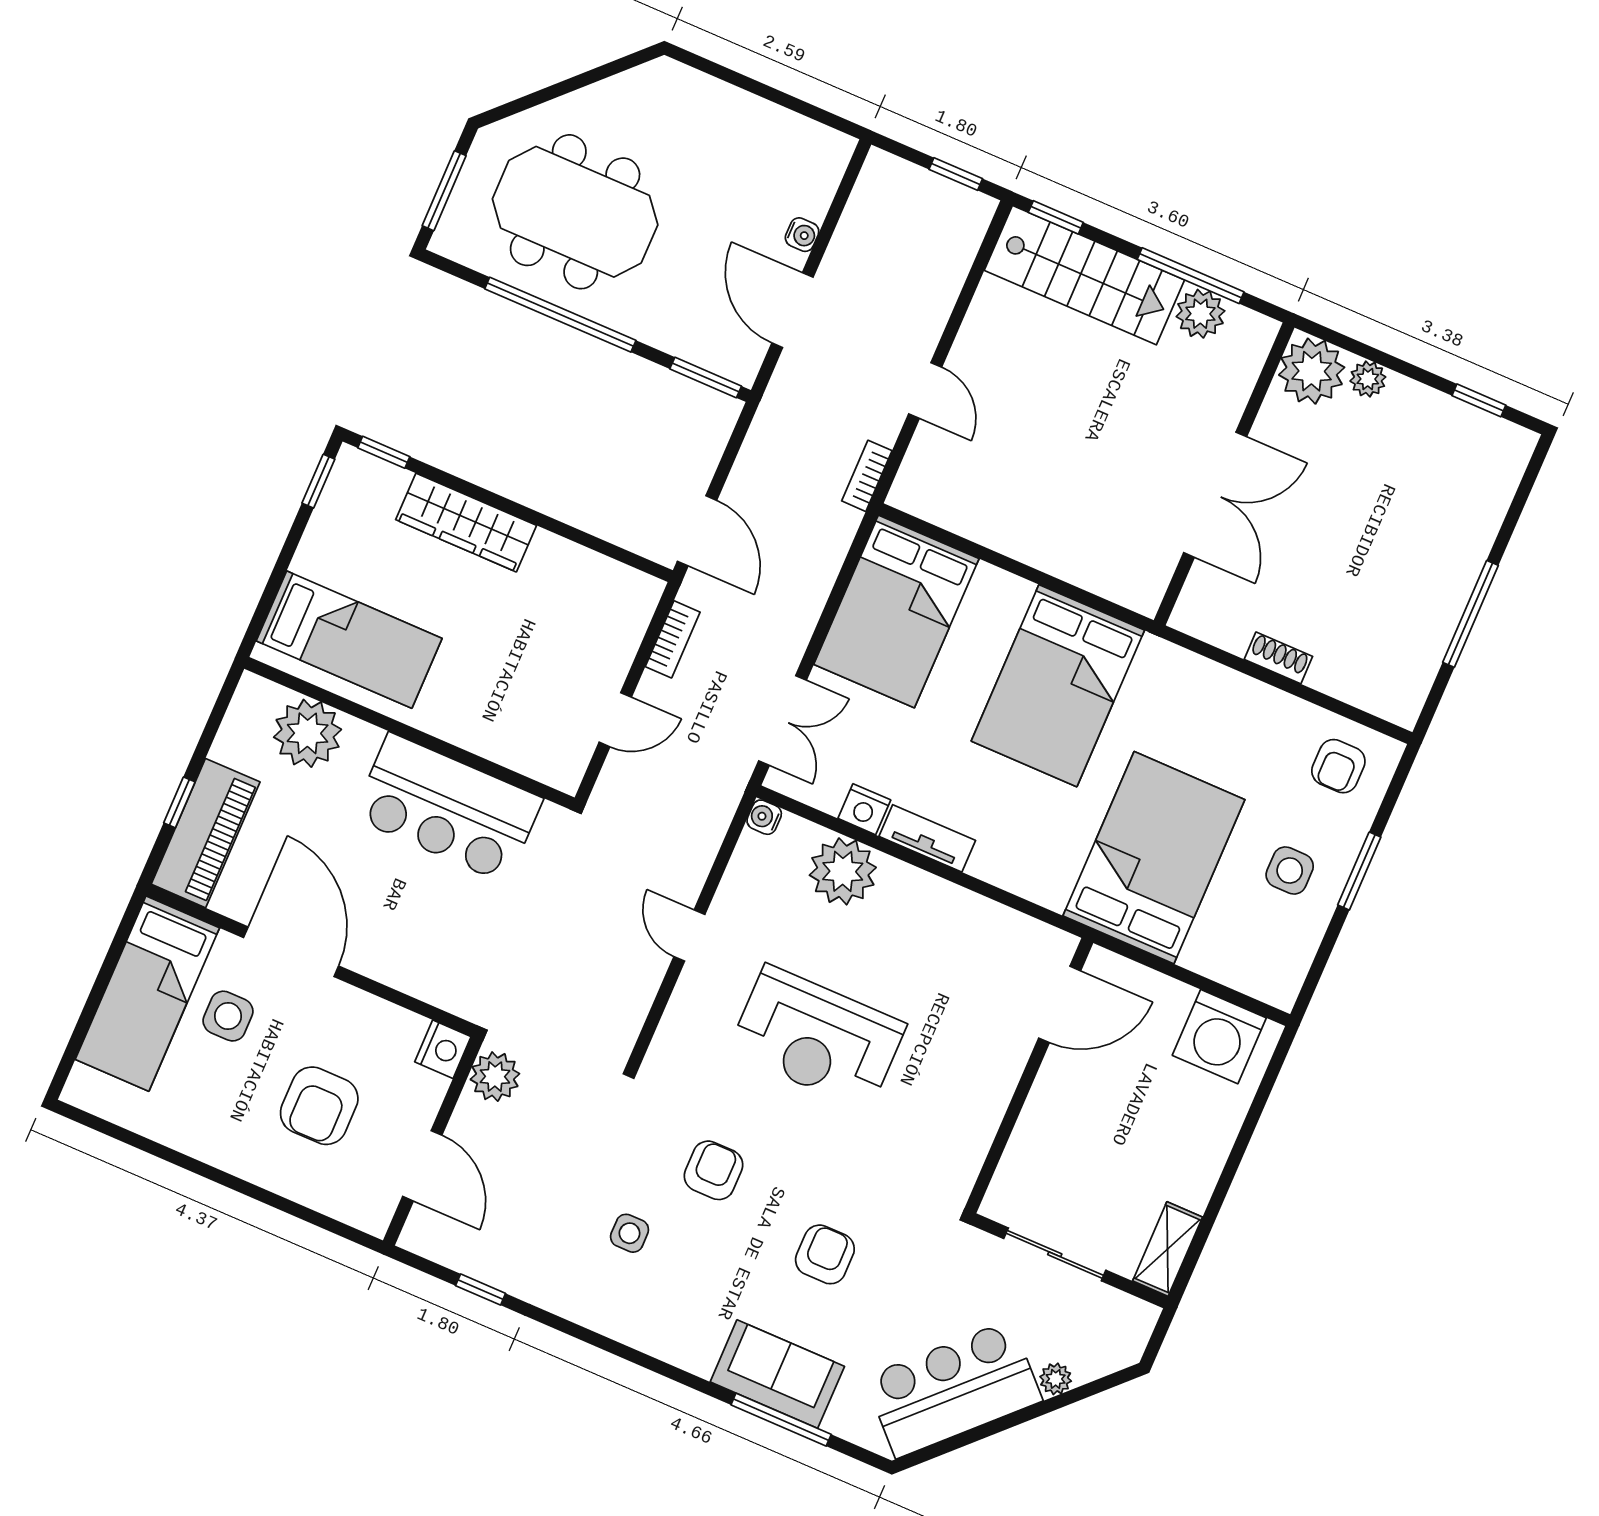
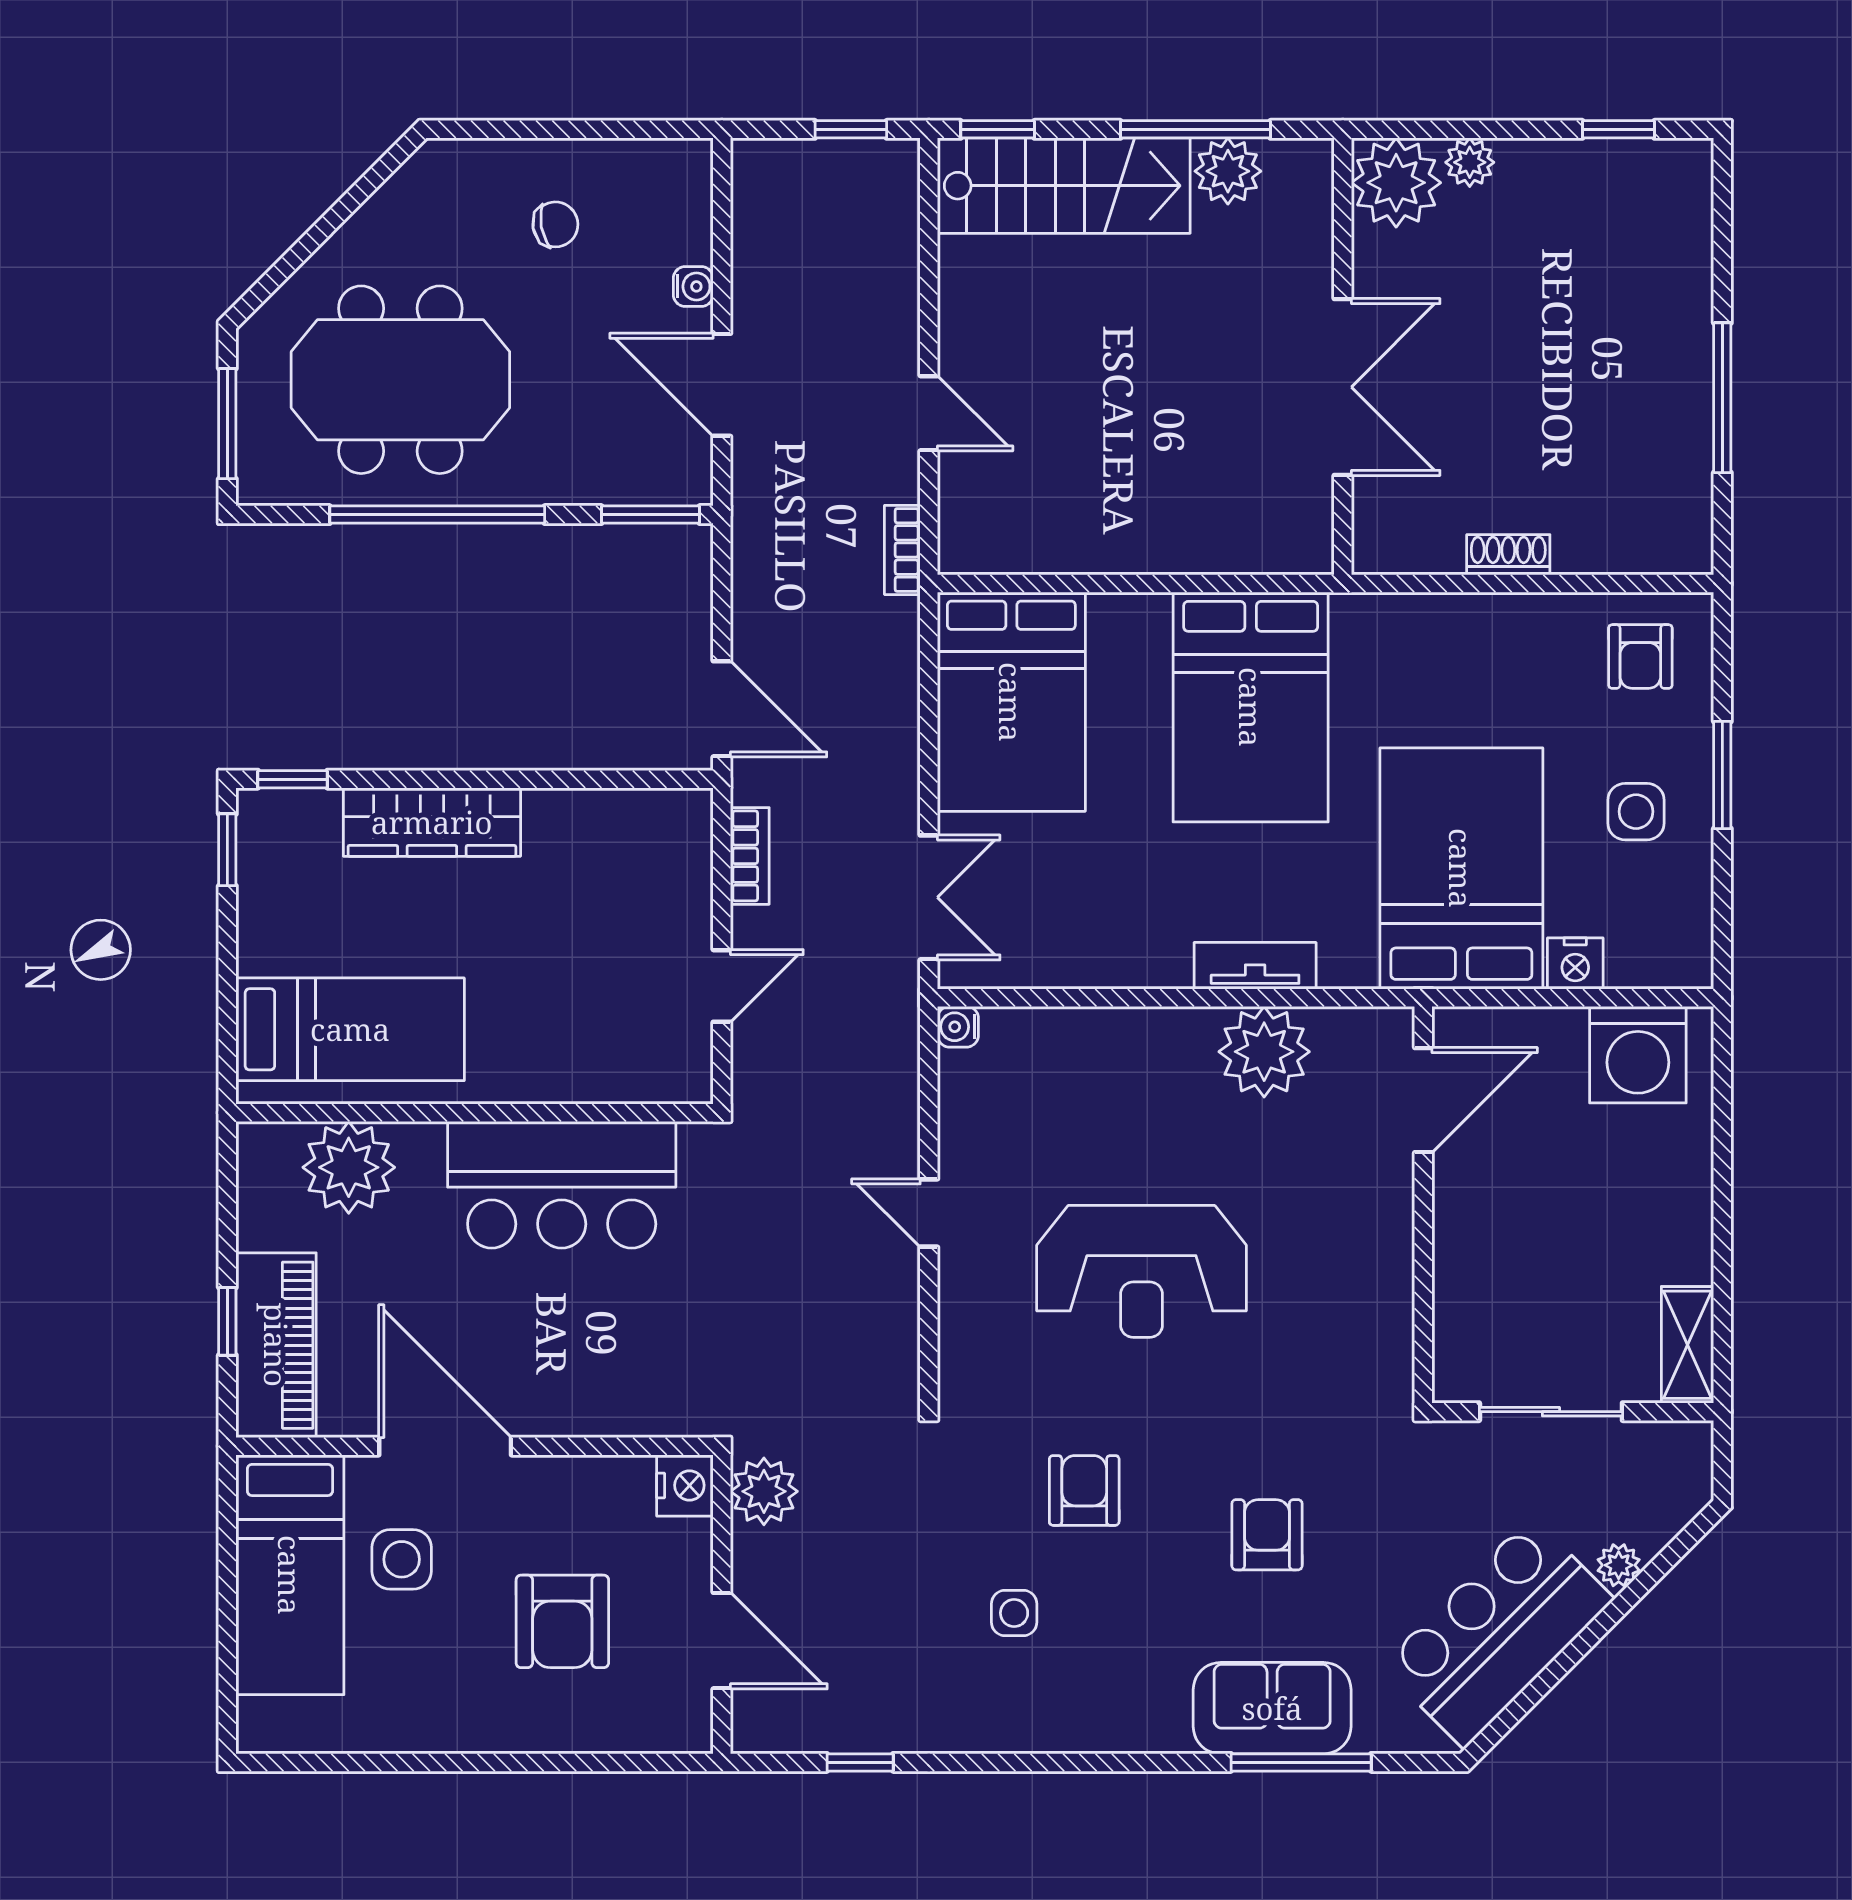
chair: (726, 152) -> (555, 224), added
nightstand: (864, 809) -> (1575, 963), moved
tv unit: (927, 838) -> (1255, 966), moved
plant: (843, 871) -> (1264, 1052), moved

